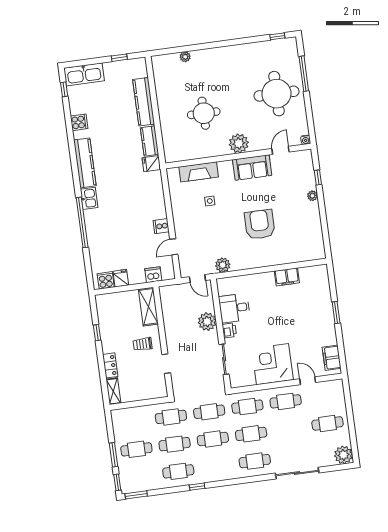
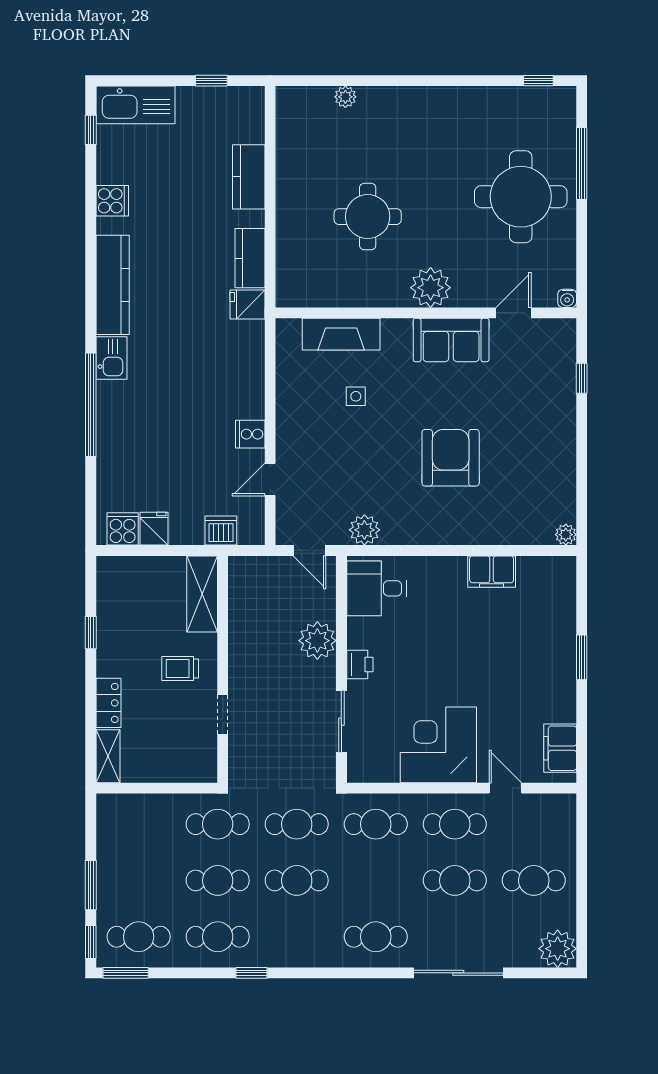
kitchen counter: (144, 102) -> (249, 177), width x0.67
plant: (312, 196) -> (566, 535), moved
desk: (234, 308) -> (376, 588), moved
cafe table: (251, 434) -> (455, 880), moved
cafe table: (136, 449) -> (139, 937), moved

